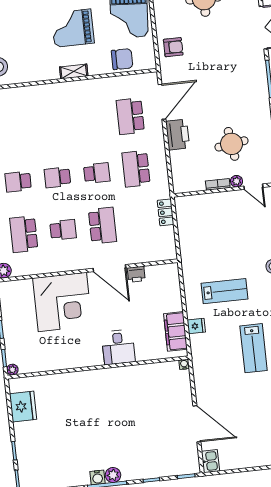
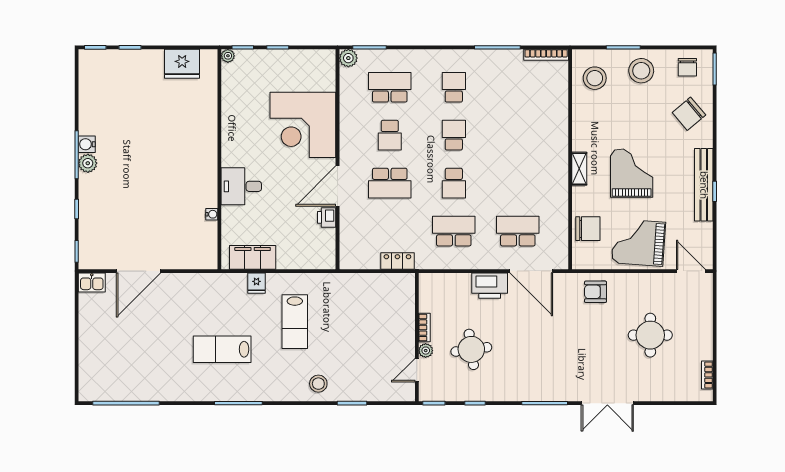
armchair: (173, 47) -> (595, 292), turned 90
chair: (122, 59) -> (588, 229), turned -90
water cooler: (184, 364) -> (212, 214), moved

